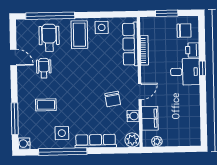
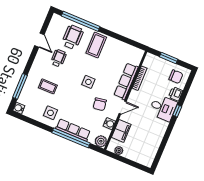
side table: (102, 27) -> (88, 82), moved
row of seats: (130, 44) -> (126, 81), moved
window: (63, 152) -> (71, 138), moved

